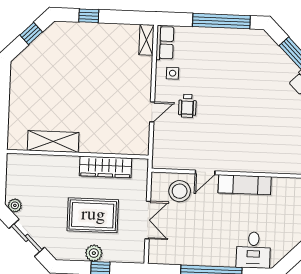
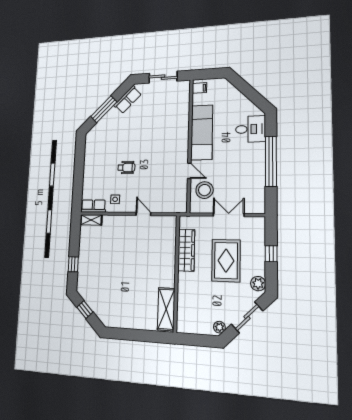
window: (221, 21) -> (79, 165), removed
wheelchair: (187, 106) -> (126, 168), moved
shelving: (53, 142) -> (166, 309), moved
exam couch: (245, 185) -> (202, 132), width x1.36, depth x1.45
plant: (94, 253) -> (258, 284), moved

